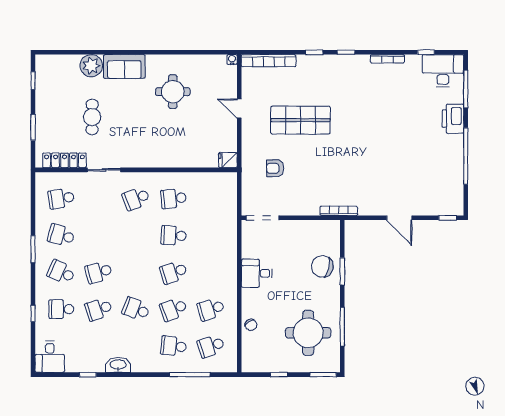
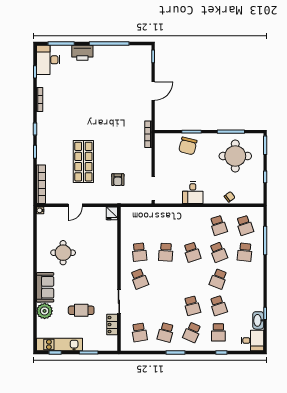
kitchen unit: (44, 87) -> (59, 344), added
locker: (64, 160) -> (112, 325), width x0.66
washbasin: (118, 365) -> (258, 320), moved

